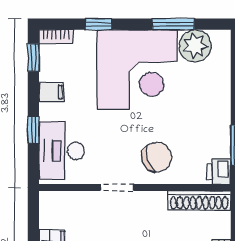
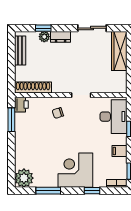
plant: (195, 46) -> (24, 178), moved
corner desk: (137, 70) -> (75, 170), width x0.74, depth x0.74
chair: (157, 157) -> (58, 113), width x0.54, depth x0.54

